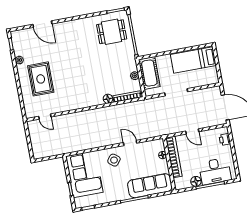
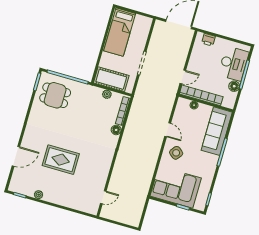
dining table: (112, 32) -> (55, 95), turned 90
rug: (41, 79) -> (61, 160), moved
door: (192, 131) -> (183, 77), moved
door: (130, 143) -> (168, 130), swing flipped

